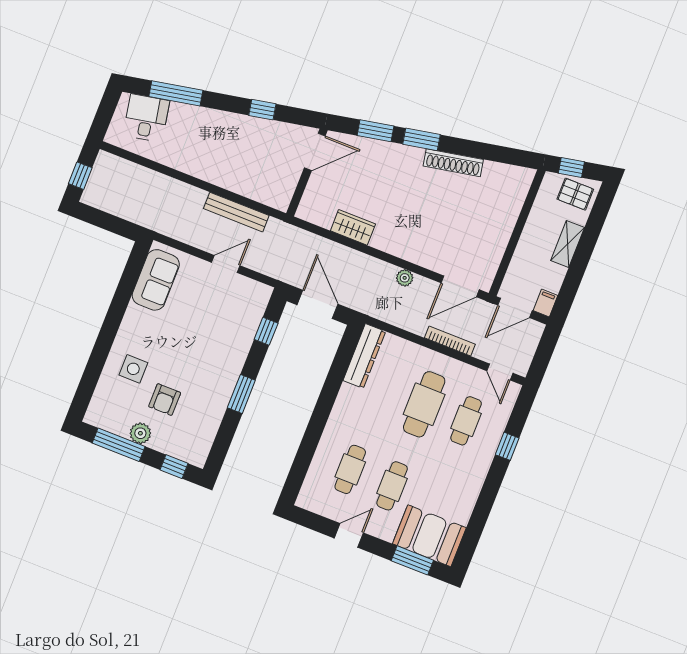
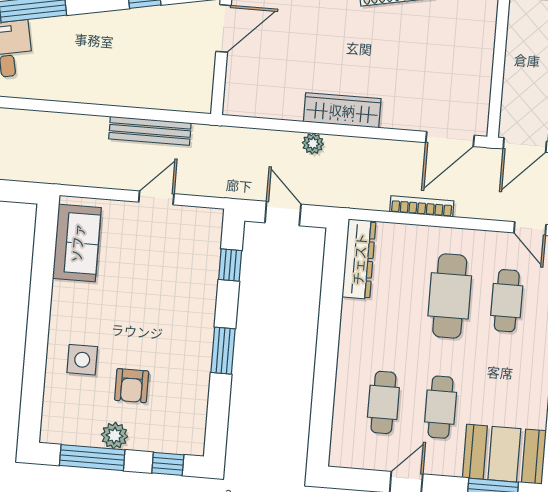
wardrobe: (353, 227) -> (342, 110), moved, width x1.50
plant: (405, 278) -> (313, 144), moved
door: (317, 304) -> (283, 213), width x0.73
bookcase: (450, 341) -> (422, 206), moved

